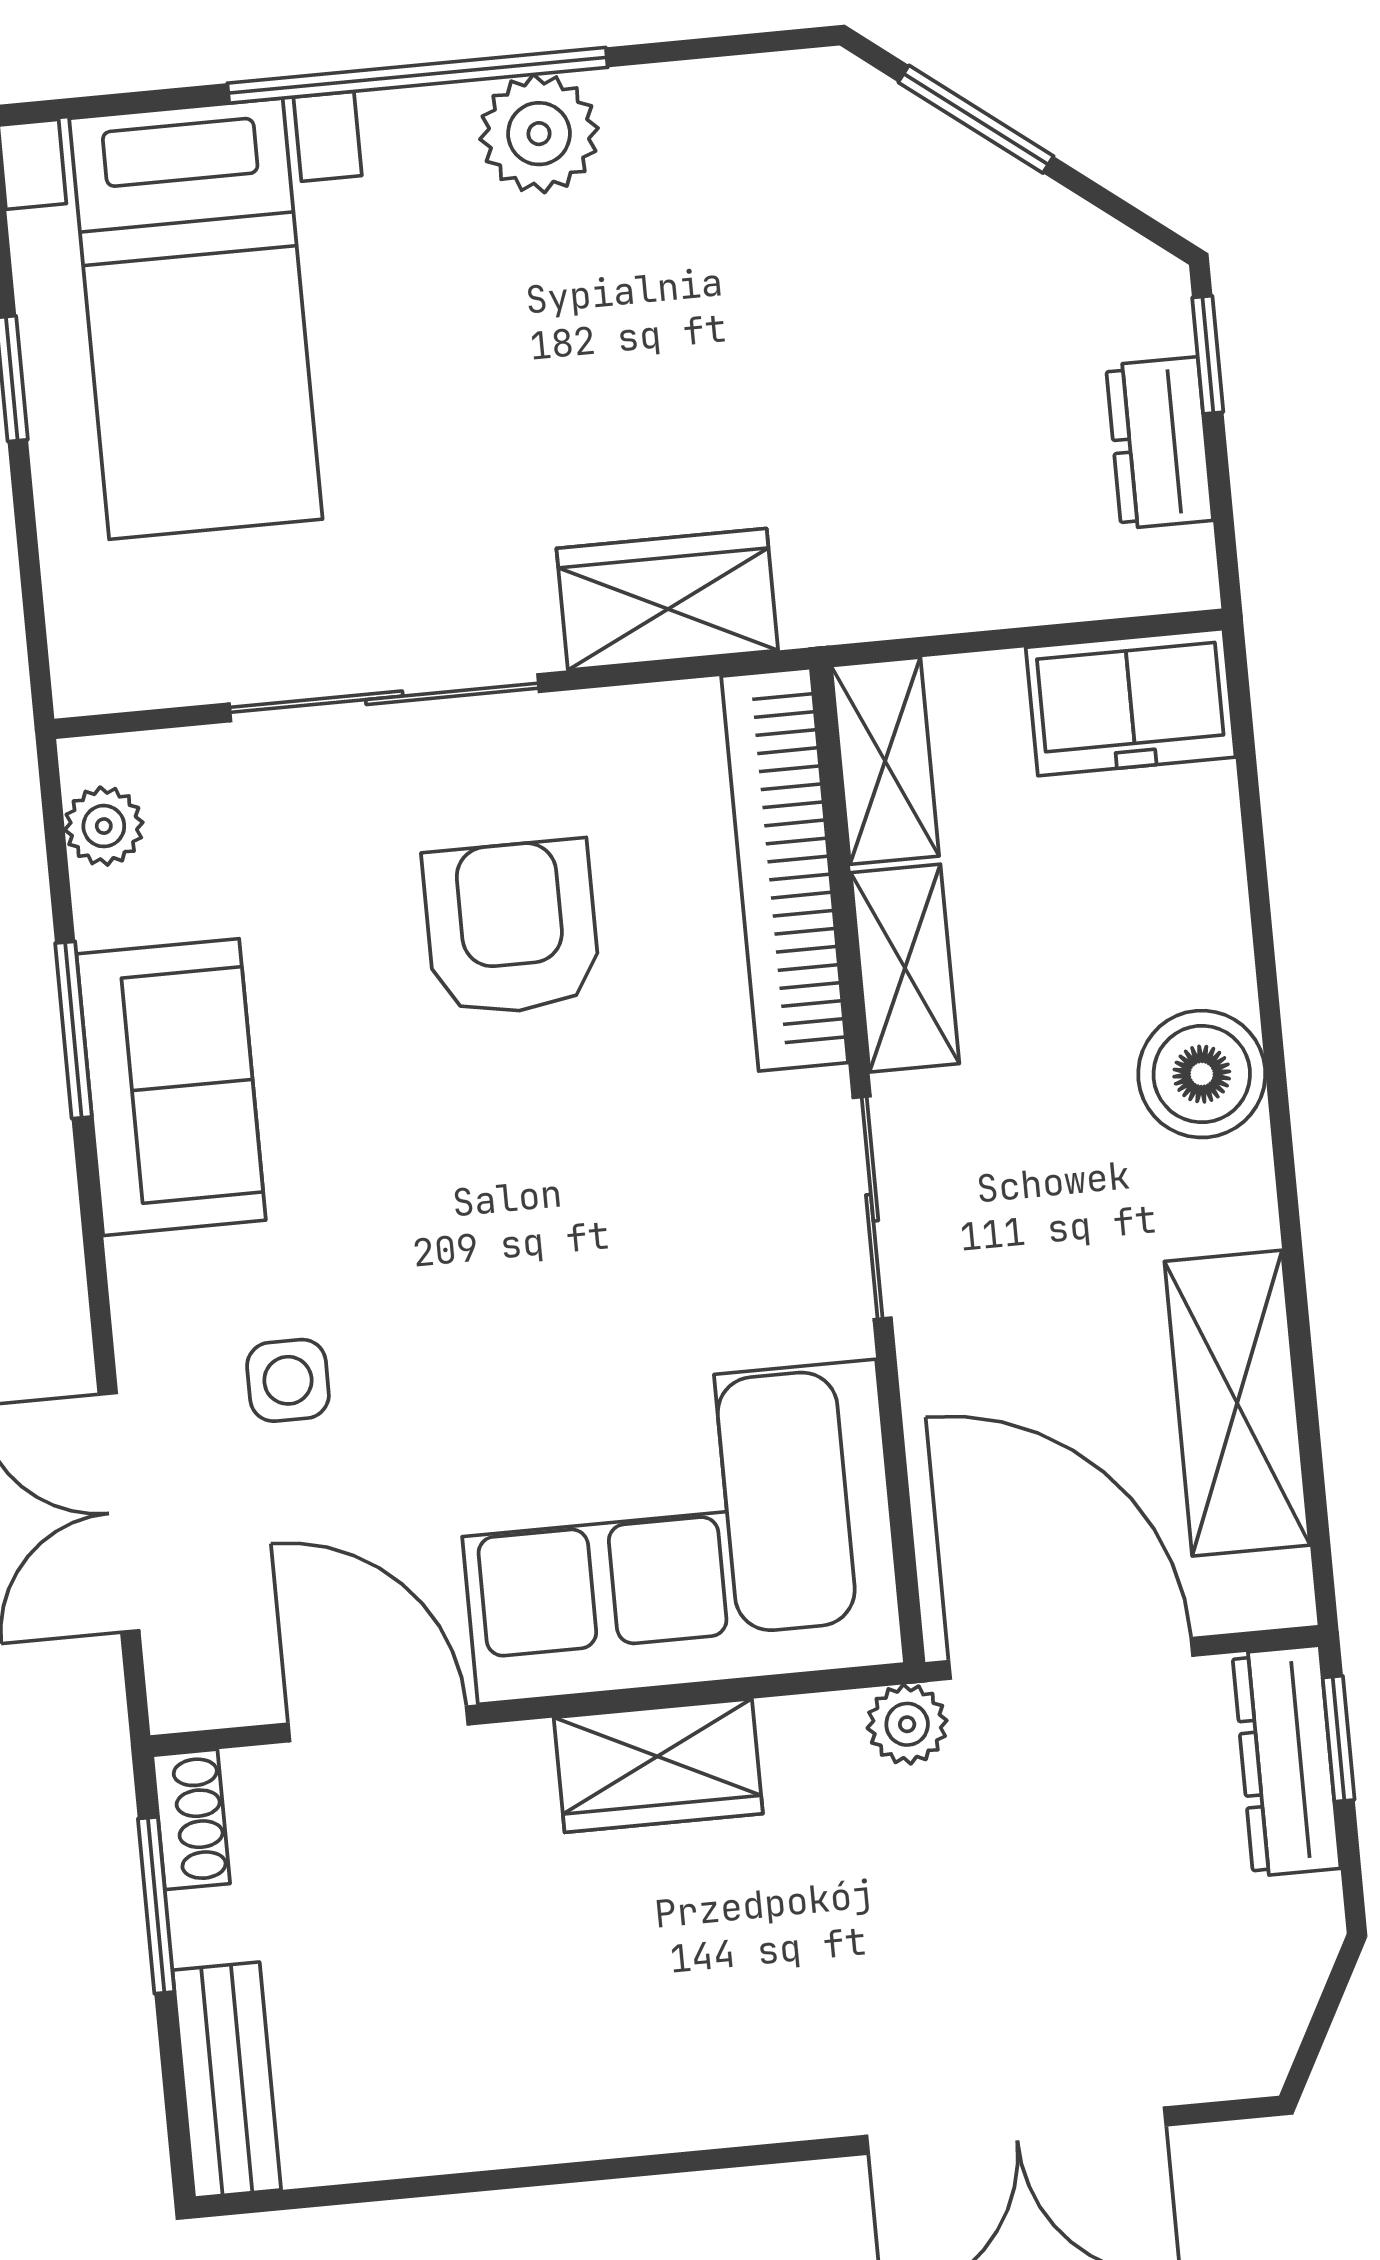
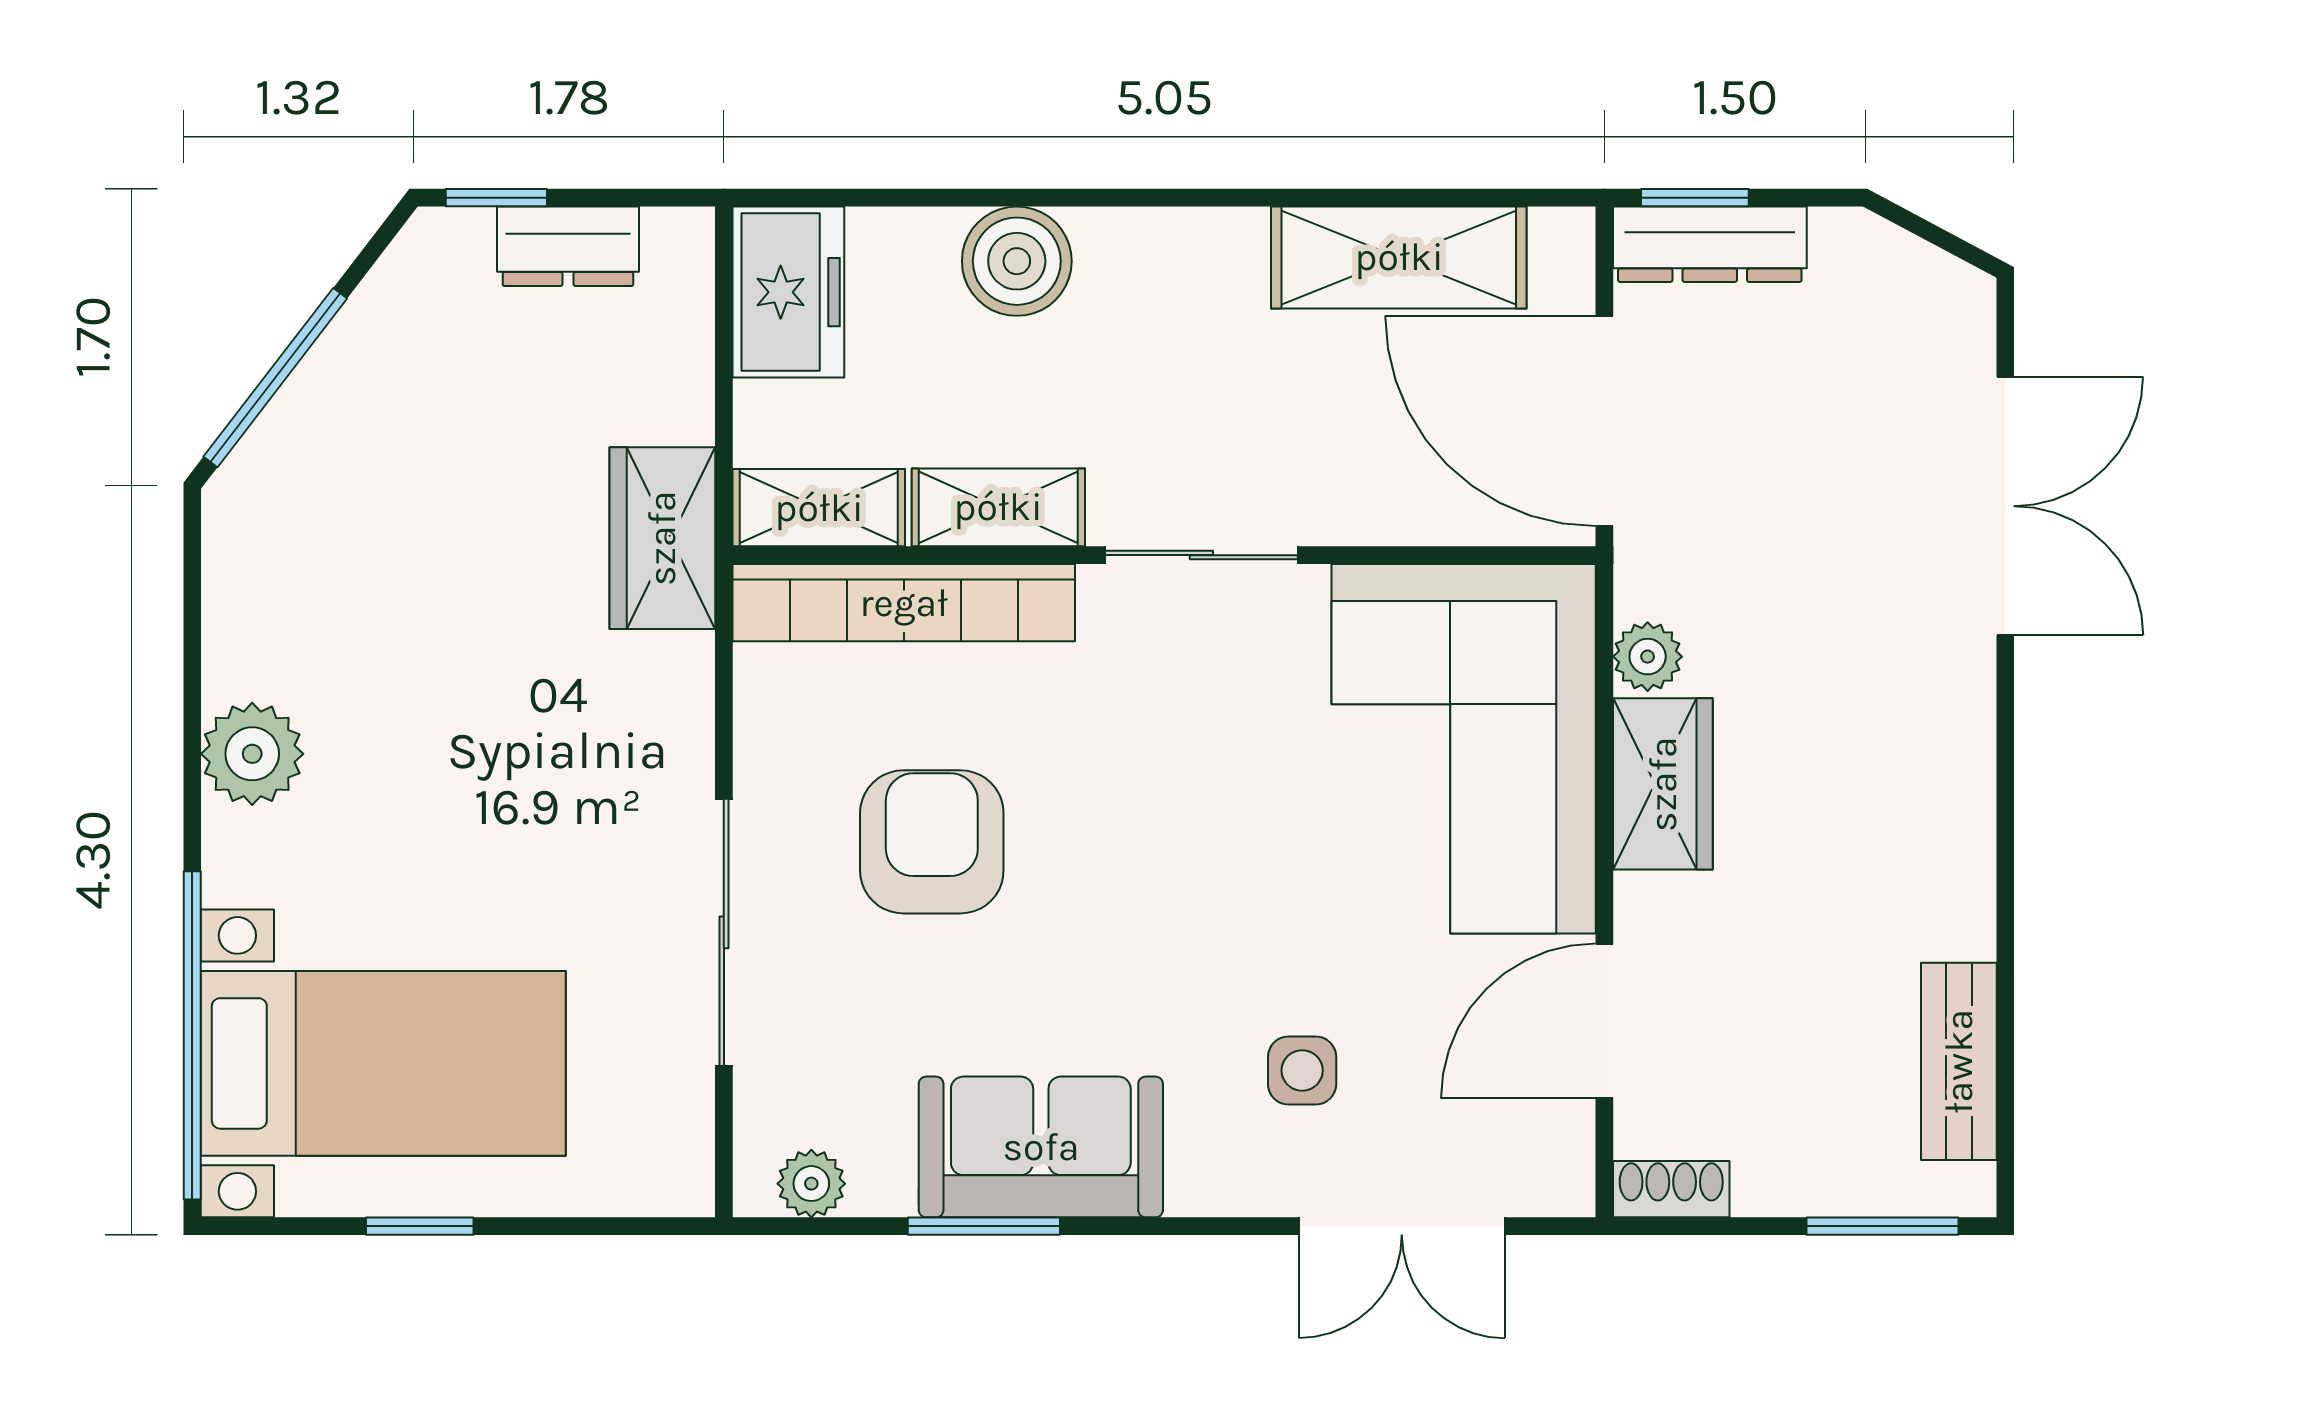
window: (417, 75) -> (192, 1035), moved
window: (976, 119) -> (275, 378), width x1.44
wardrobe: (667, 599) -> (662, 538), moved
armchair: (512, 928) -> (932, 842), turned 90
boiler: (1202, 1074) -> (1017, 261), moved
door: (1071, 1658) -> (1604, 421), hinge flipped
plant: (907, 1724) -> (1648, 657), moved
window: (156, 1905) -> (1883, 1226), moved
bench: (227, 2080) -> (1959, 1061), moved, turned 90

